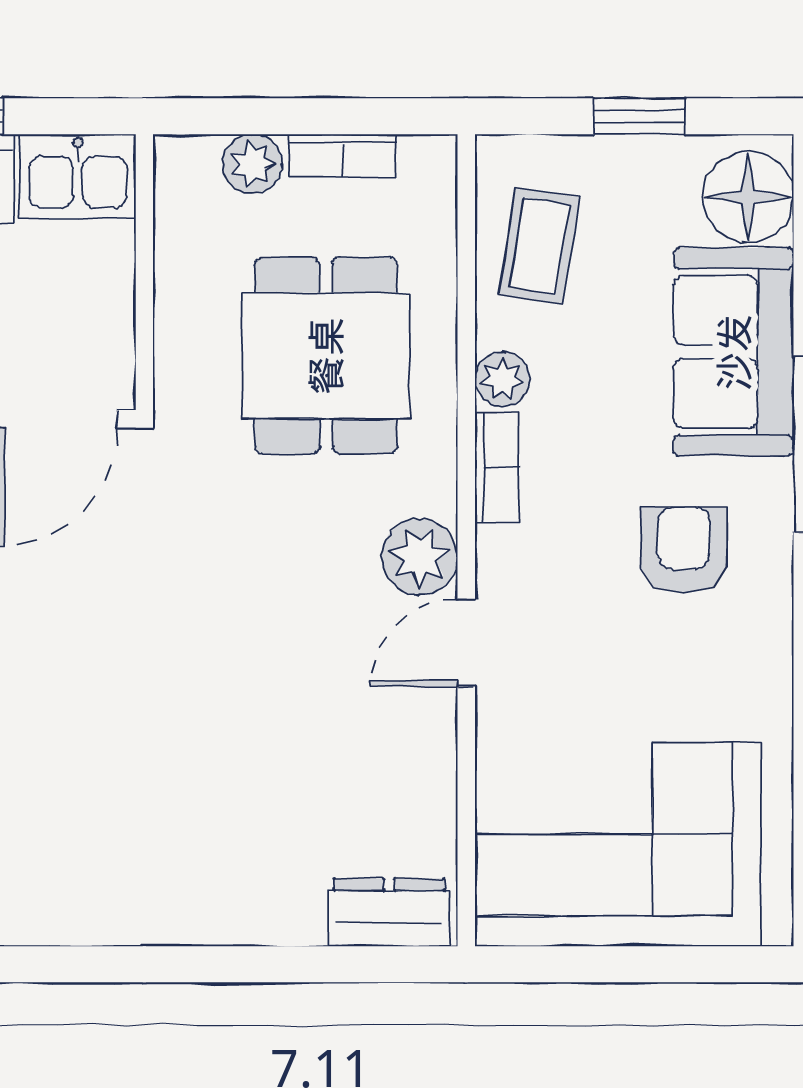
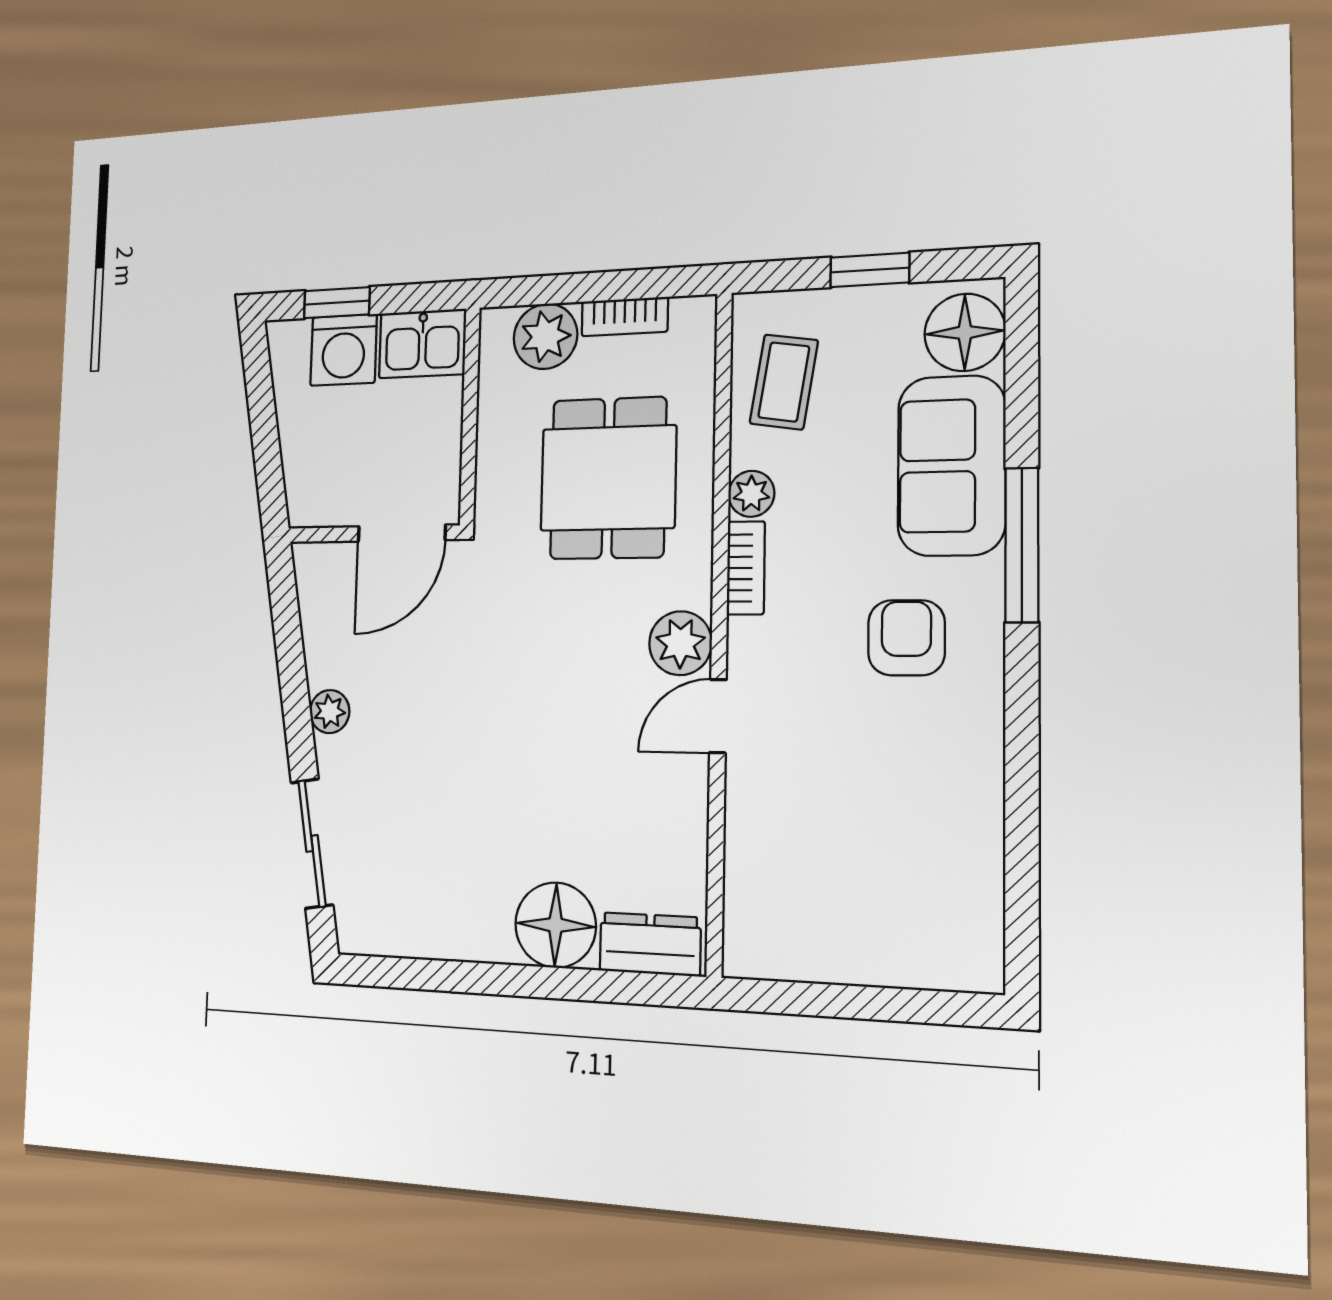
plant: (253, 164) -> (545, 336), width x1.38, depth x1.38
corner sofa: (618, 844) -> (846, 895), removed
floor lamp: (273, 896) -> (556, 925), added

